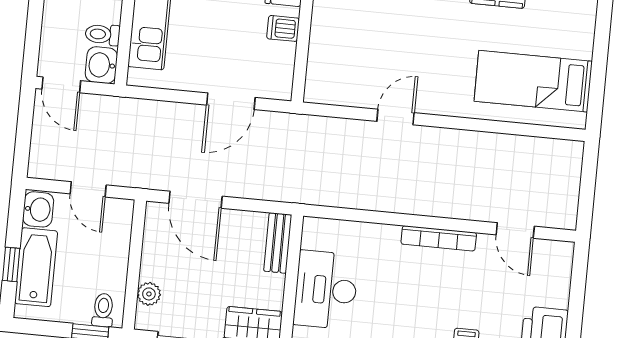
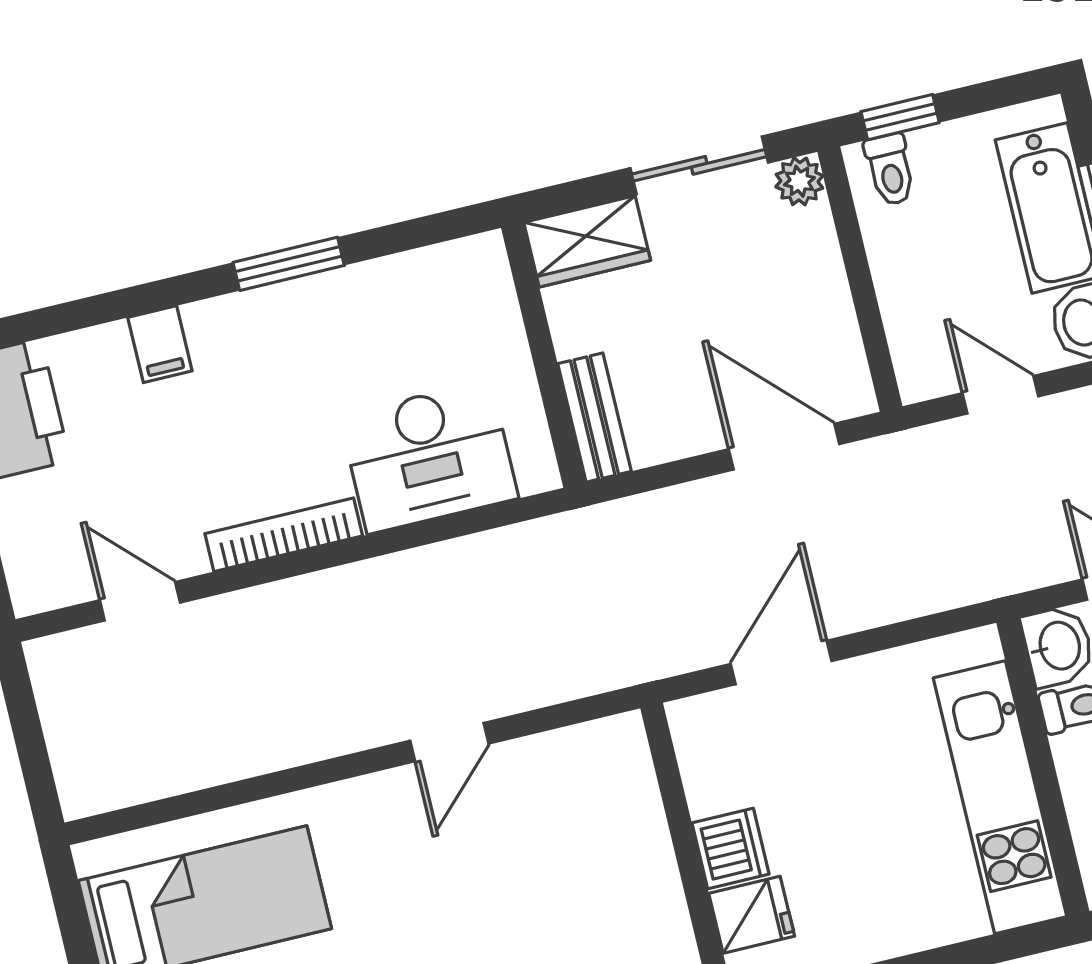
dishwasher: (283, 28) -> (730, 848), width x1.38
desk: (326, 290) -> (429, 457), moved, turned 90
plant: (149, 294) -> (799, 181), moved

